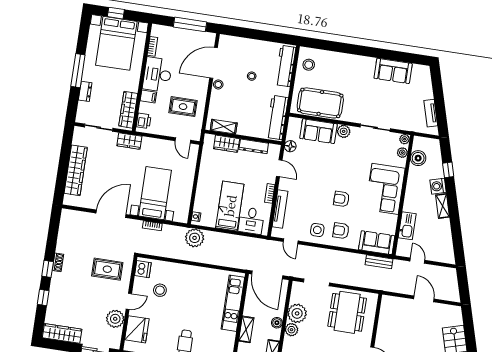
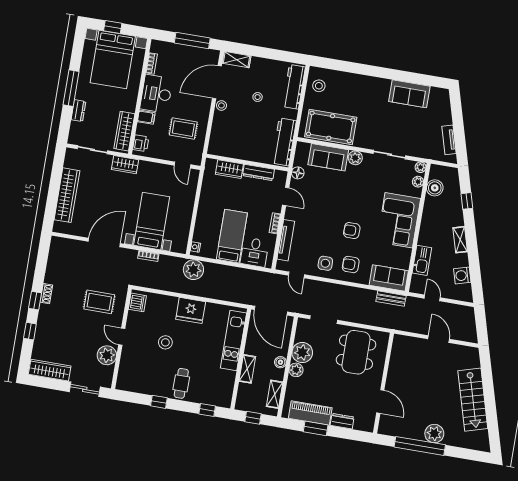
shelving: (224, 127) -> (236, 60), moved
washing machine: (438, 186) -> (462, 275), moved
stool: (160, 290) -> (165, 342), moved
door: (129, 301) -> (122, 337), swing flipped
fridge: (137, 329) -> (191, 310), moved, turned 90

